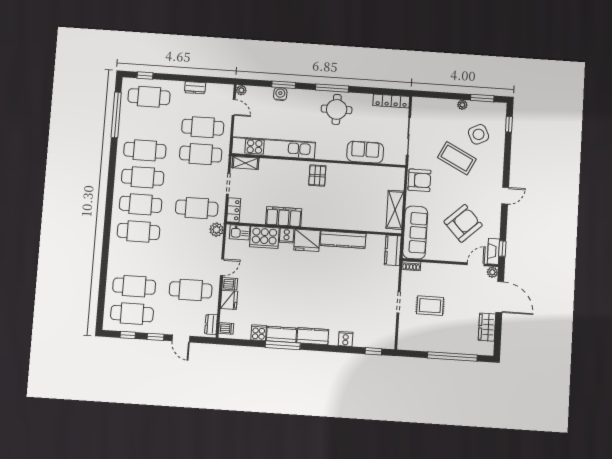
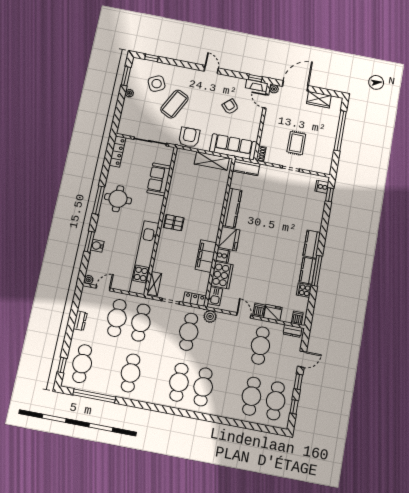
cafe table: (143, 177) -> (155, 378), removed
armchair: (463, 223) -> (230, 107), width x0.53, depth x0.53
cooker: (346, 339) -> (322, 187), moved

